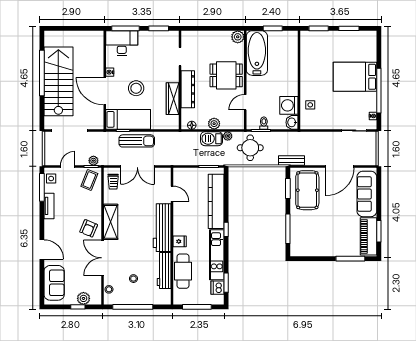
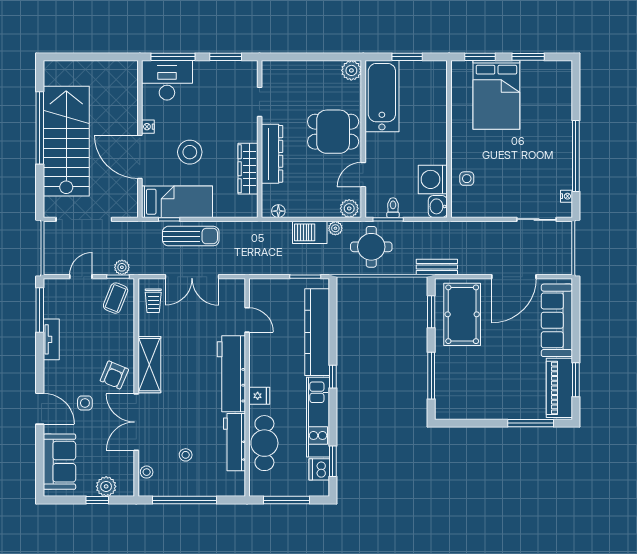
bed: (355, 77) -> (496, 95), moved, turned -90
plant: (214, 124) -> (349, 208), moved
side table: (51, 179) -> (85, 403), moved

